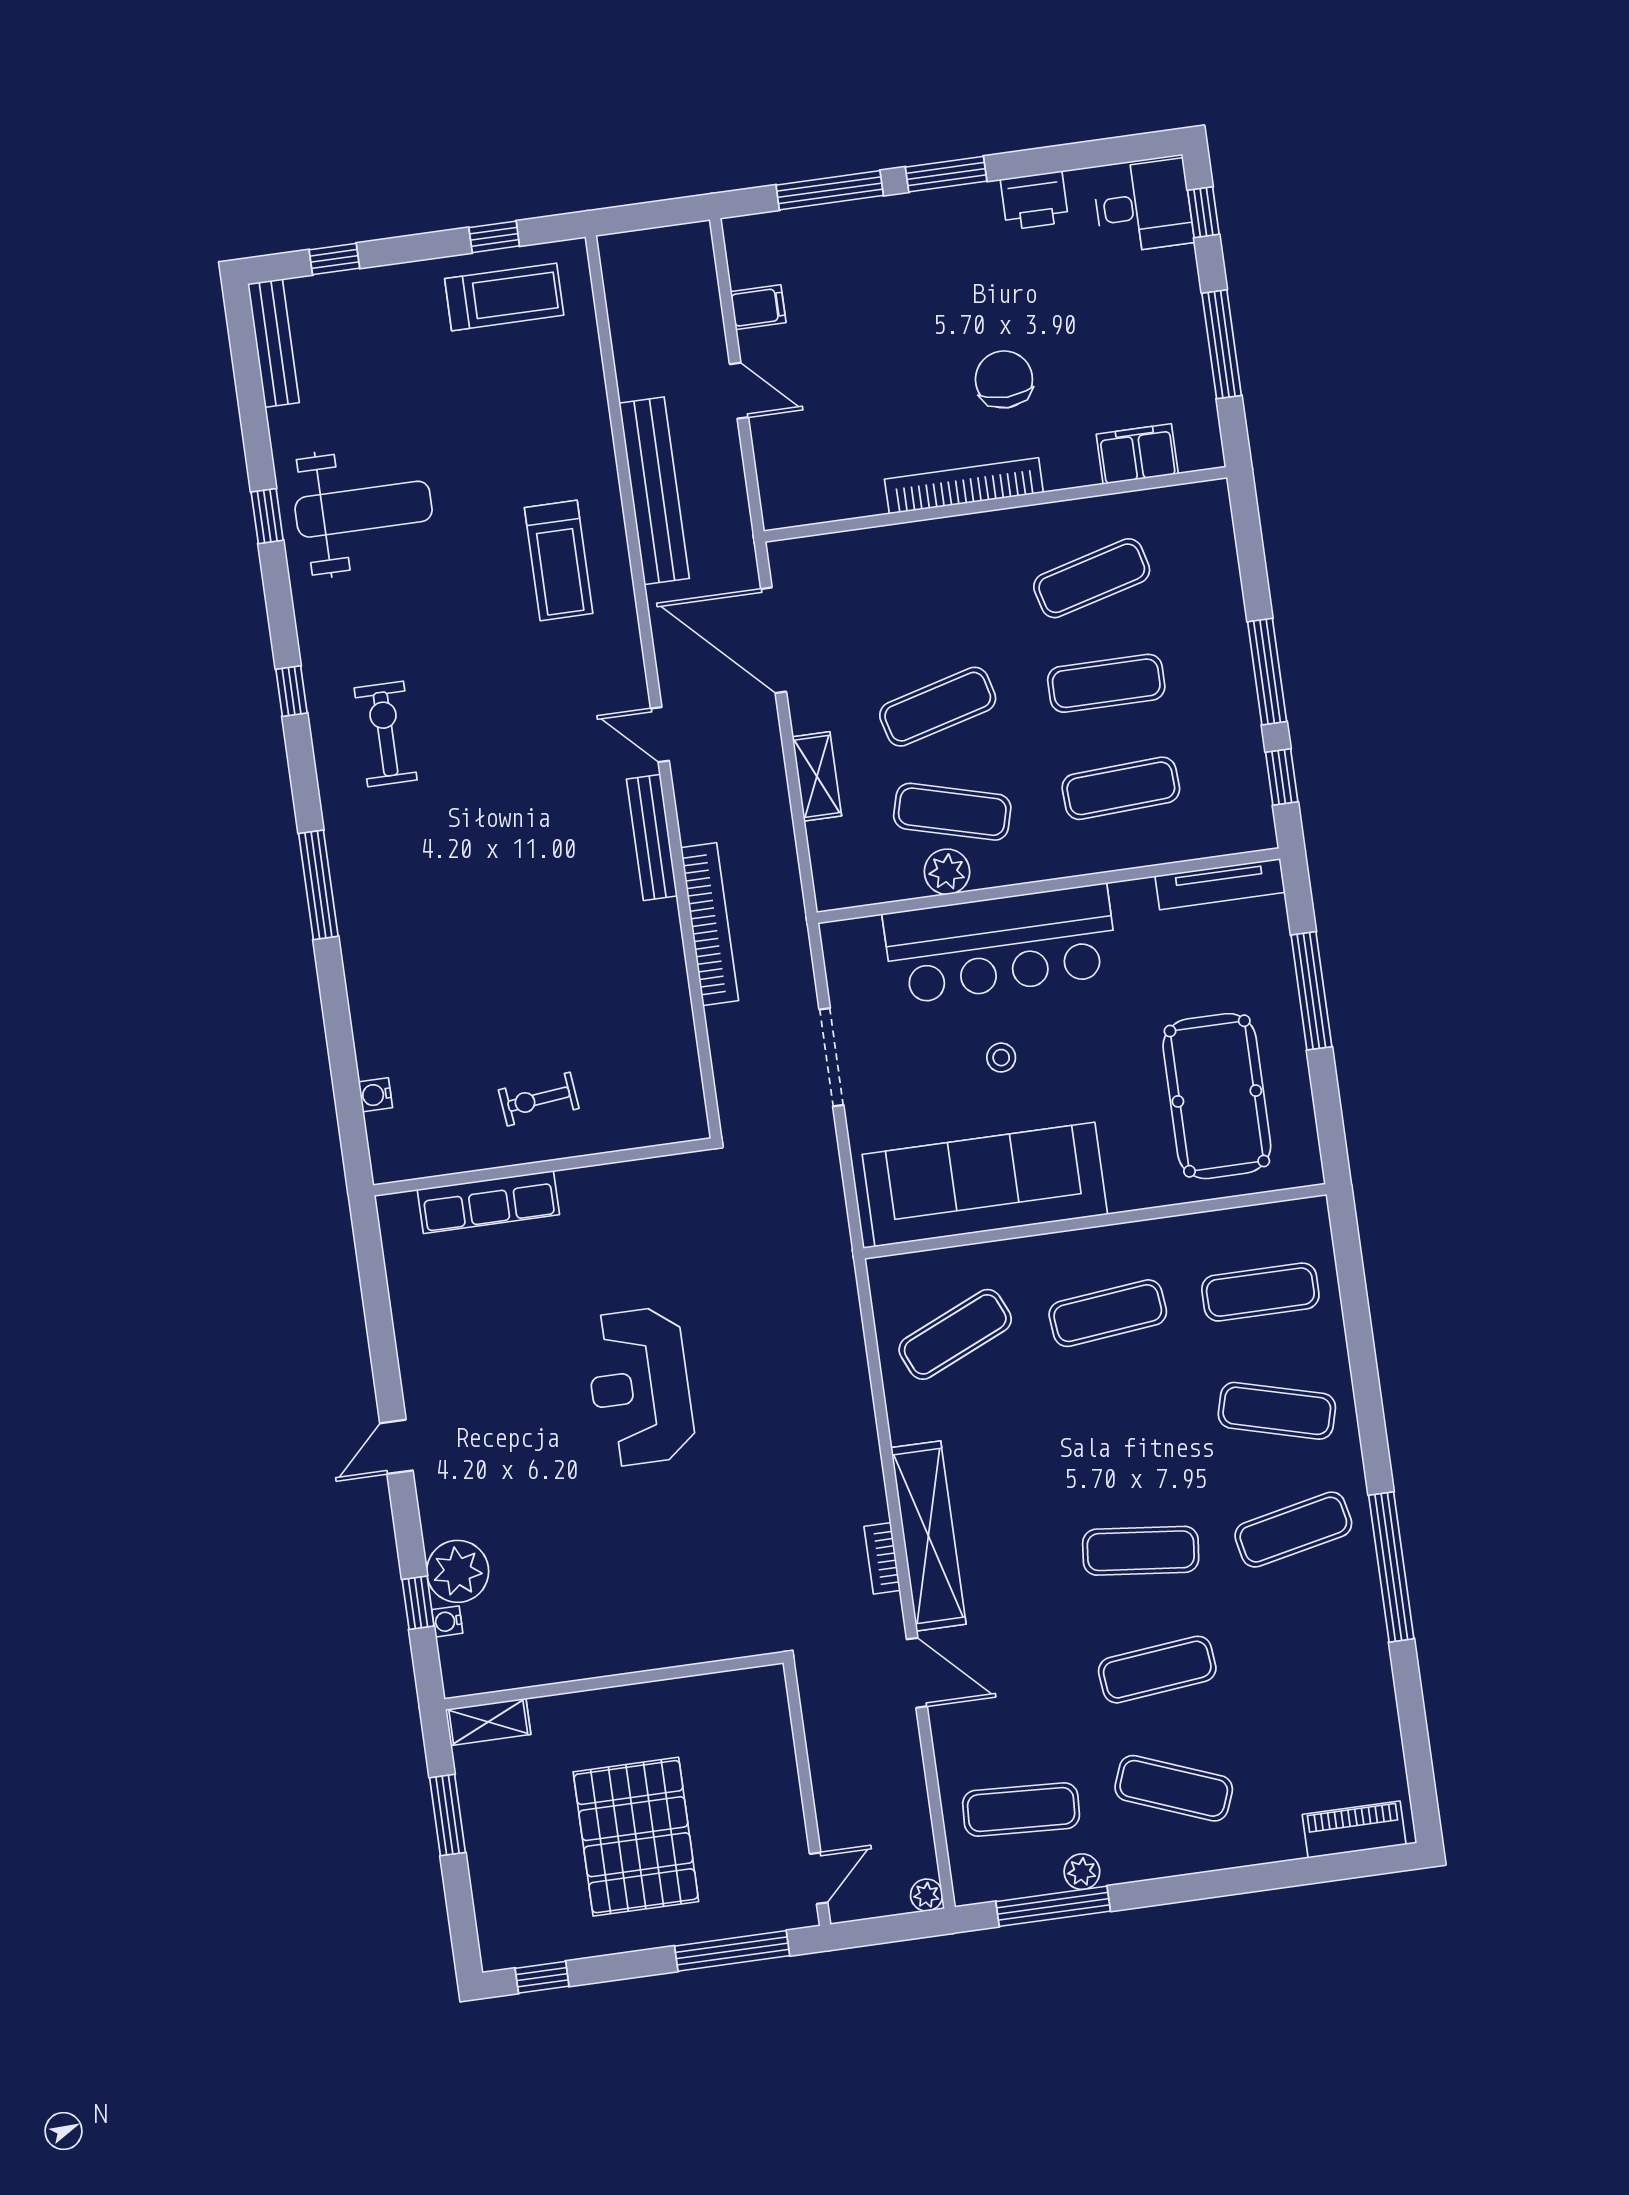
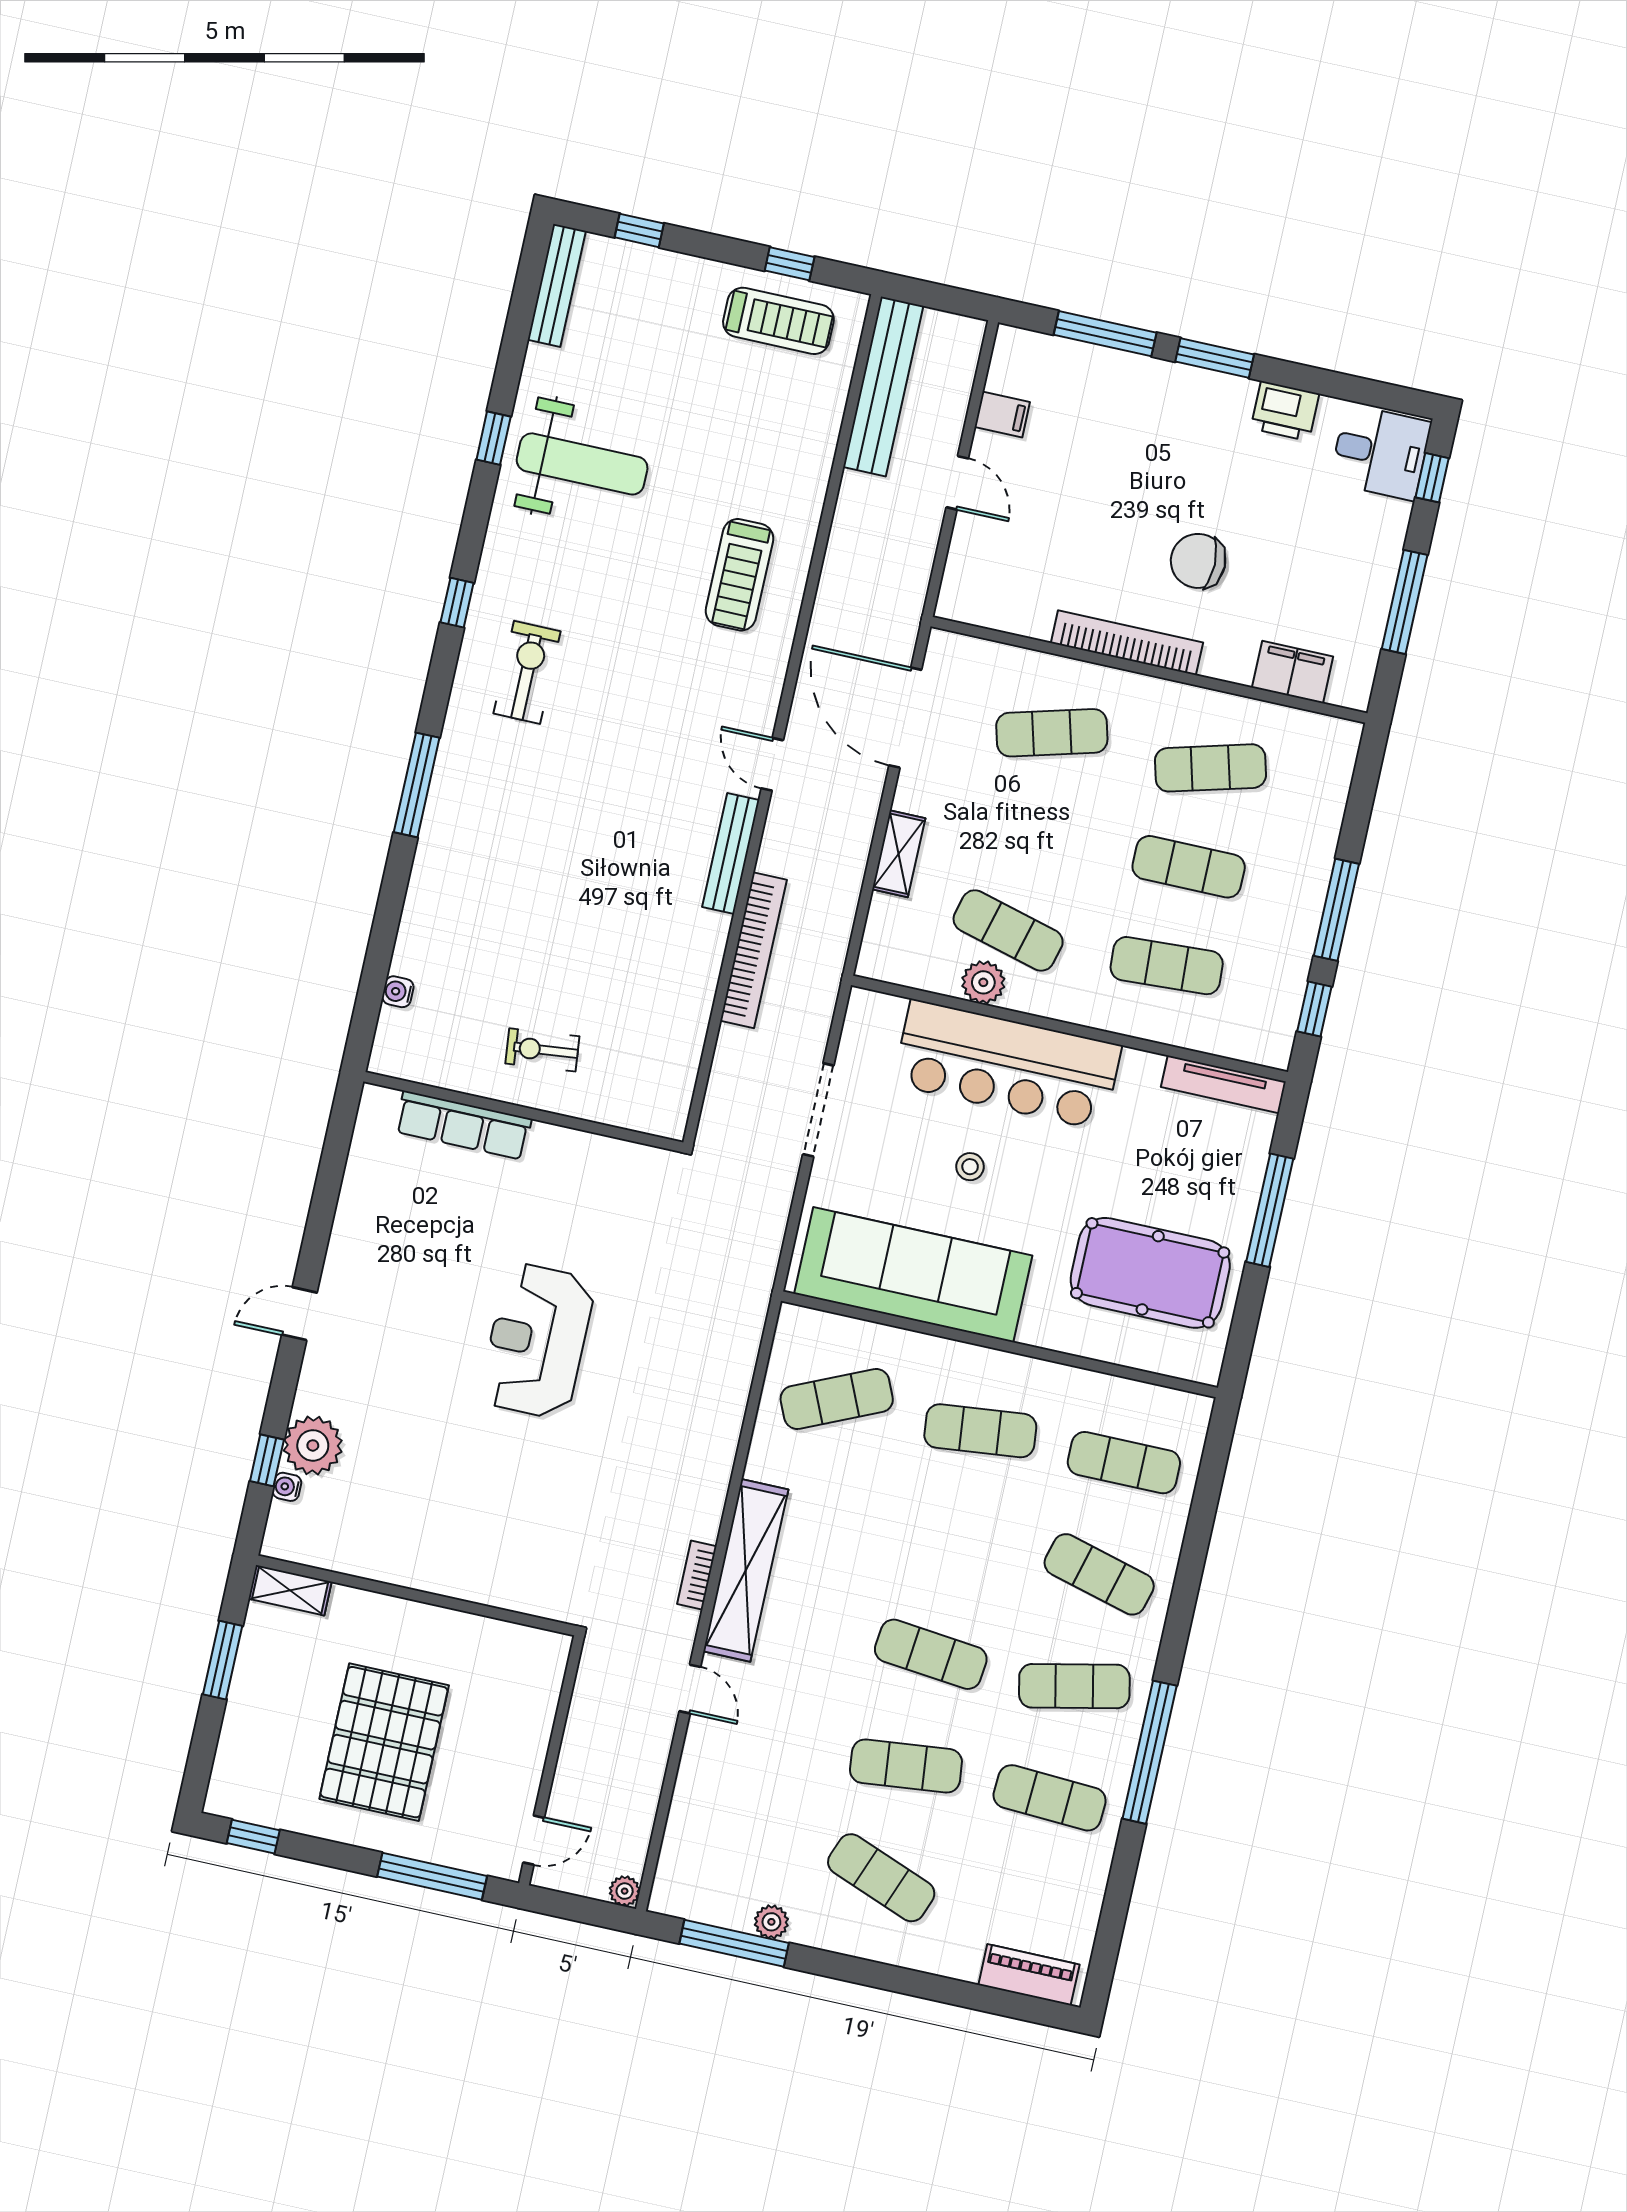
chair: (1004, 379) -> (1198, 561), turned -89
bench: (654, 491) -> (883, 386), moved
exercise mat: (938, 707) -> (1052, 733), moved
pool table: (1217, 1096) -> (1150, 1273), turned 90
door: (917, 1673) -> (690, 1689), width x0.73
exercise mat: (1021, 1809) -> (1050, 1798), moved

